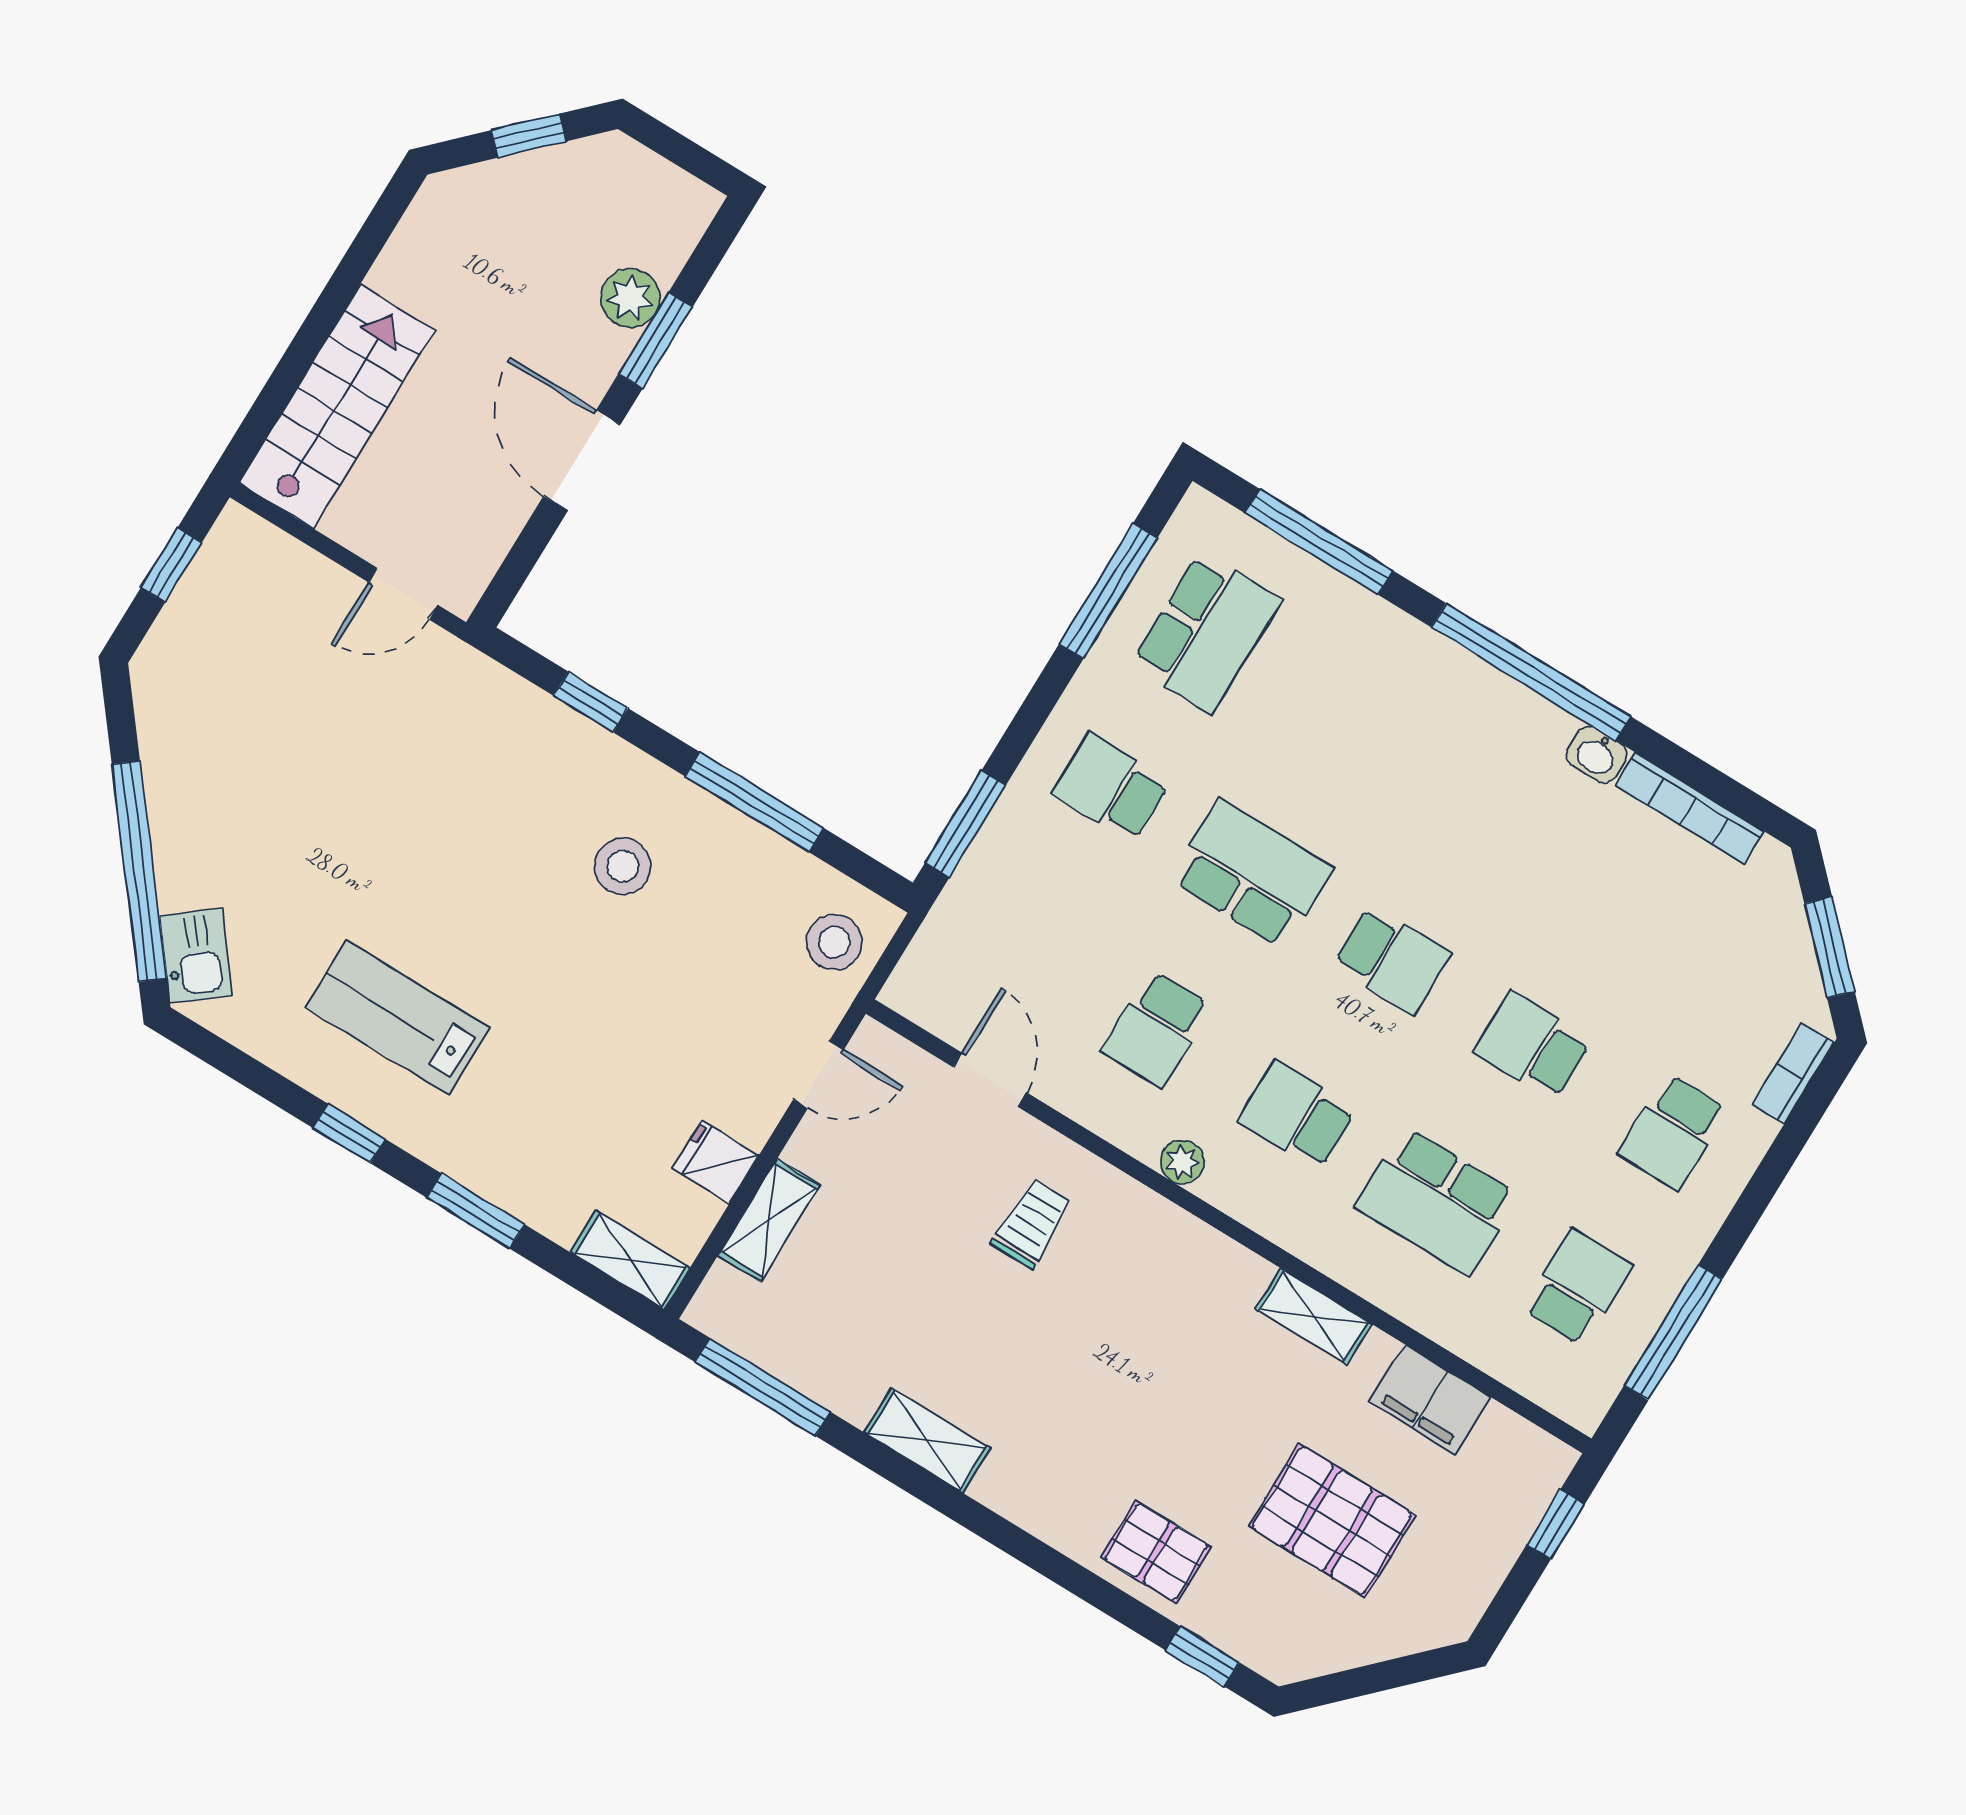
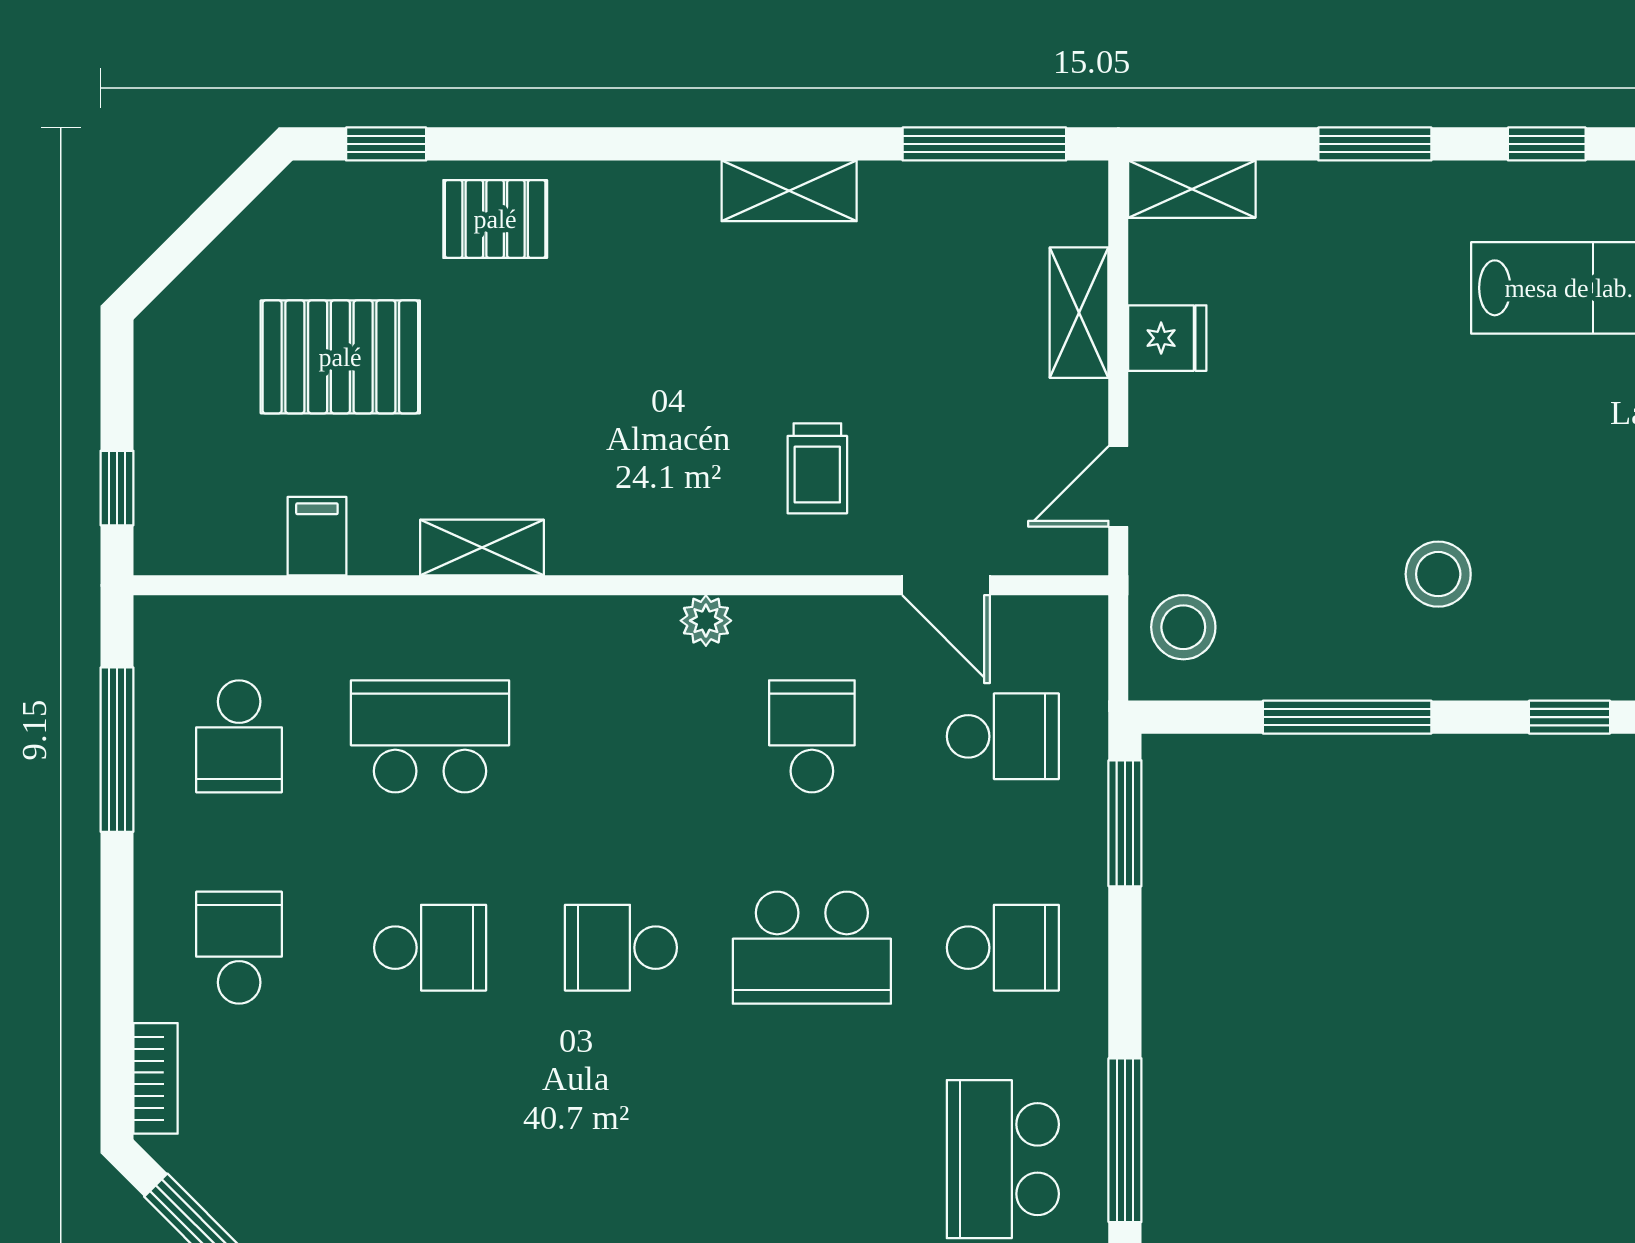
school desk: (1297, 1115) -> (1003, 736), moved
filing cabinet: (1430, 1399) -> (317, 536), width x0.50

